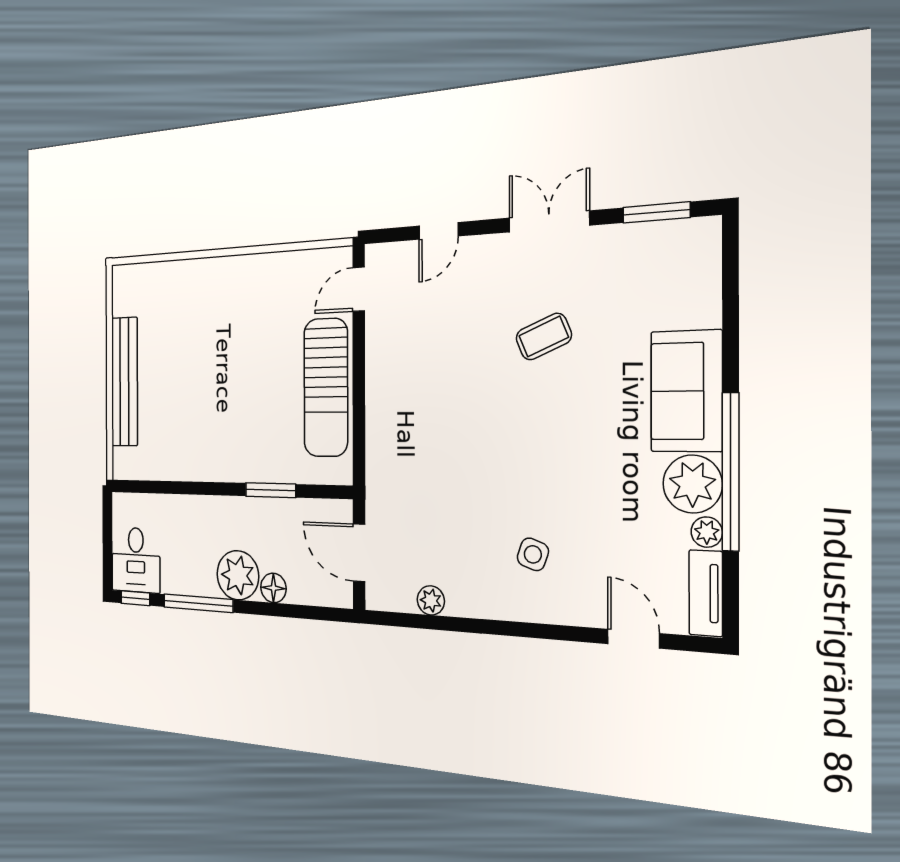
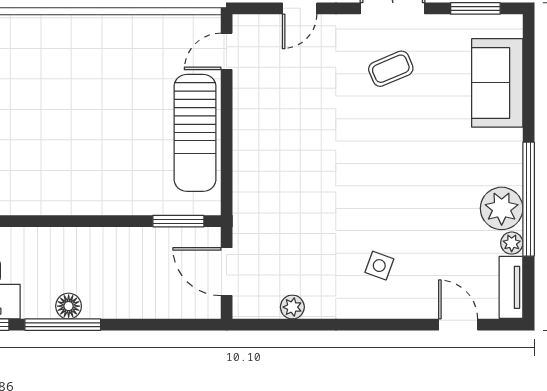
coffee table: (544, 337) -> (391, 69), moved
sofa: (686, 391) -> (497, 83), moved
window: (271, 490) -> (178, 221), moved
plant: (238, 575) -> (105, 297), removed
floor lamp: (273, 588) -> (69, 306), moved

